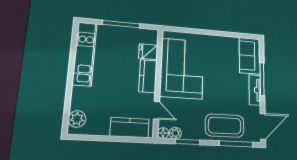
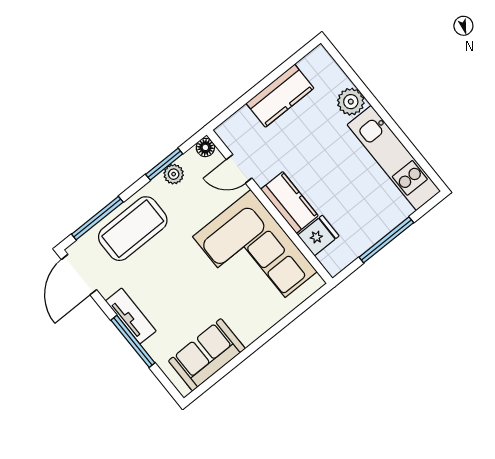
sofa: (250, 56) -> (207, 355), moved, turned -90
plant: (77, 119) -> (351, 102), moved
kitchen counter: (129, 128) -> (280, 96), moved
plant: (175, 133) -> (174, 174), moved

